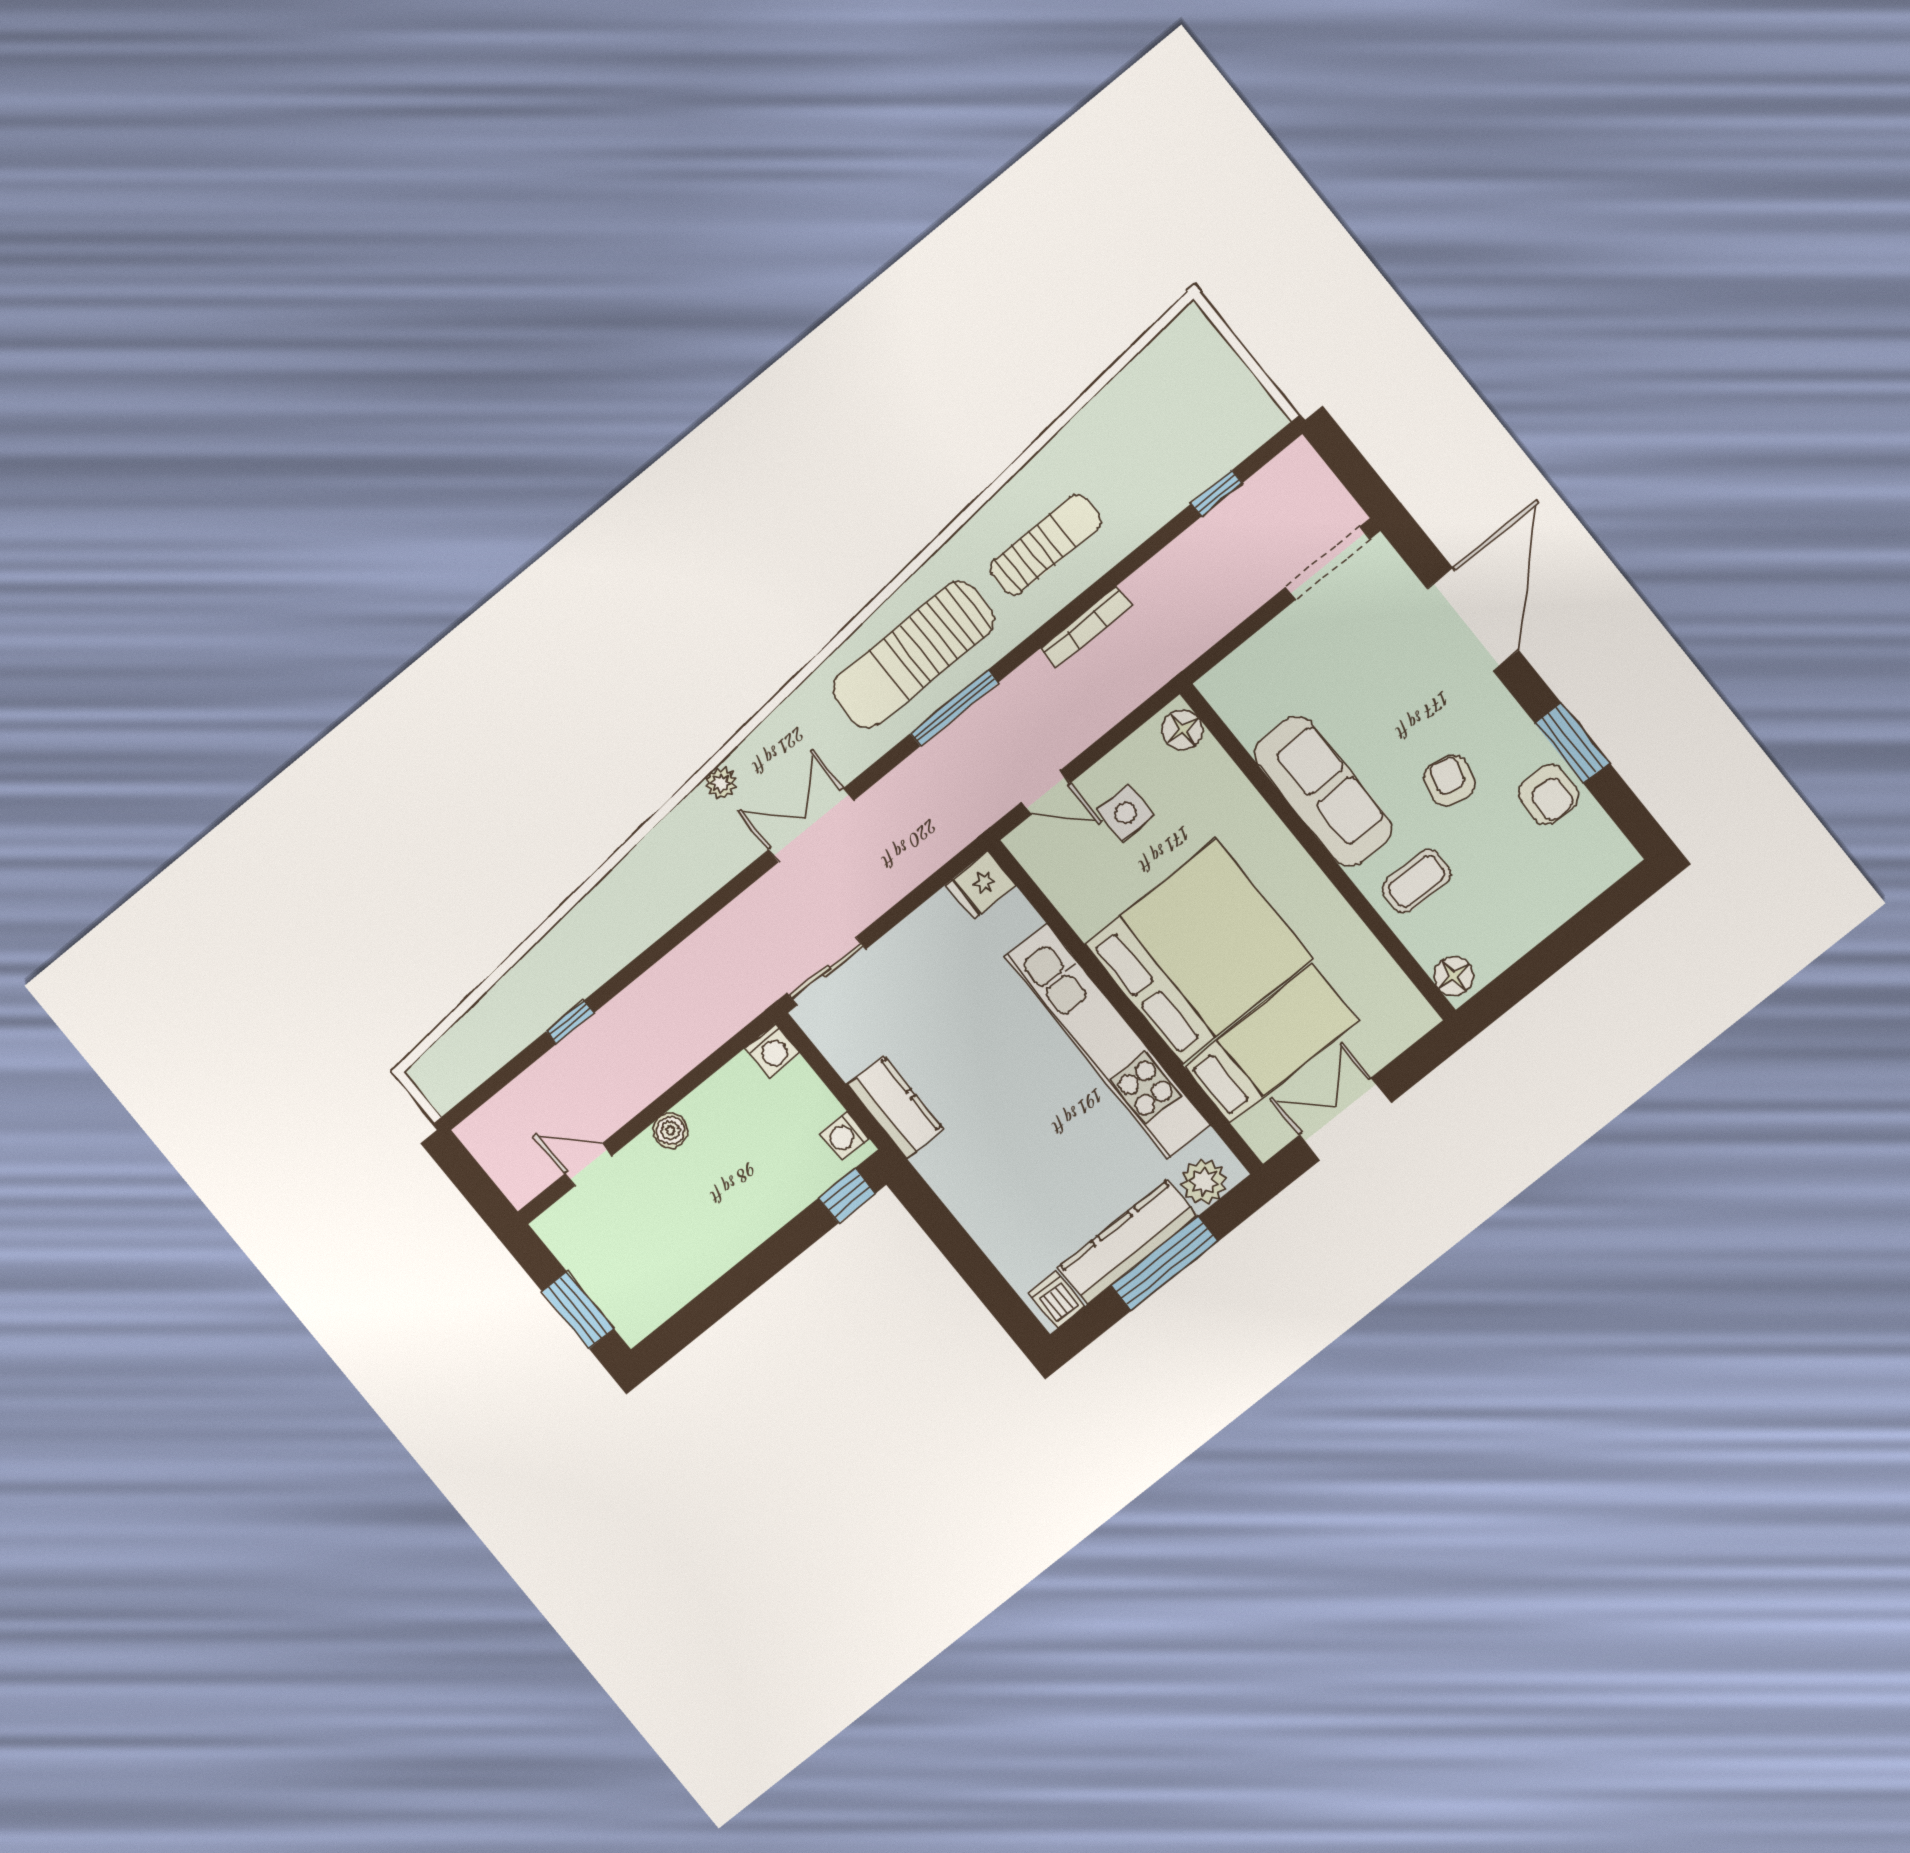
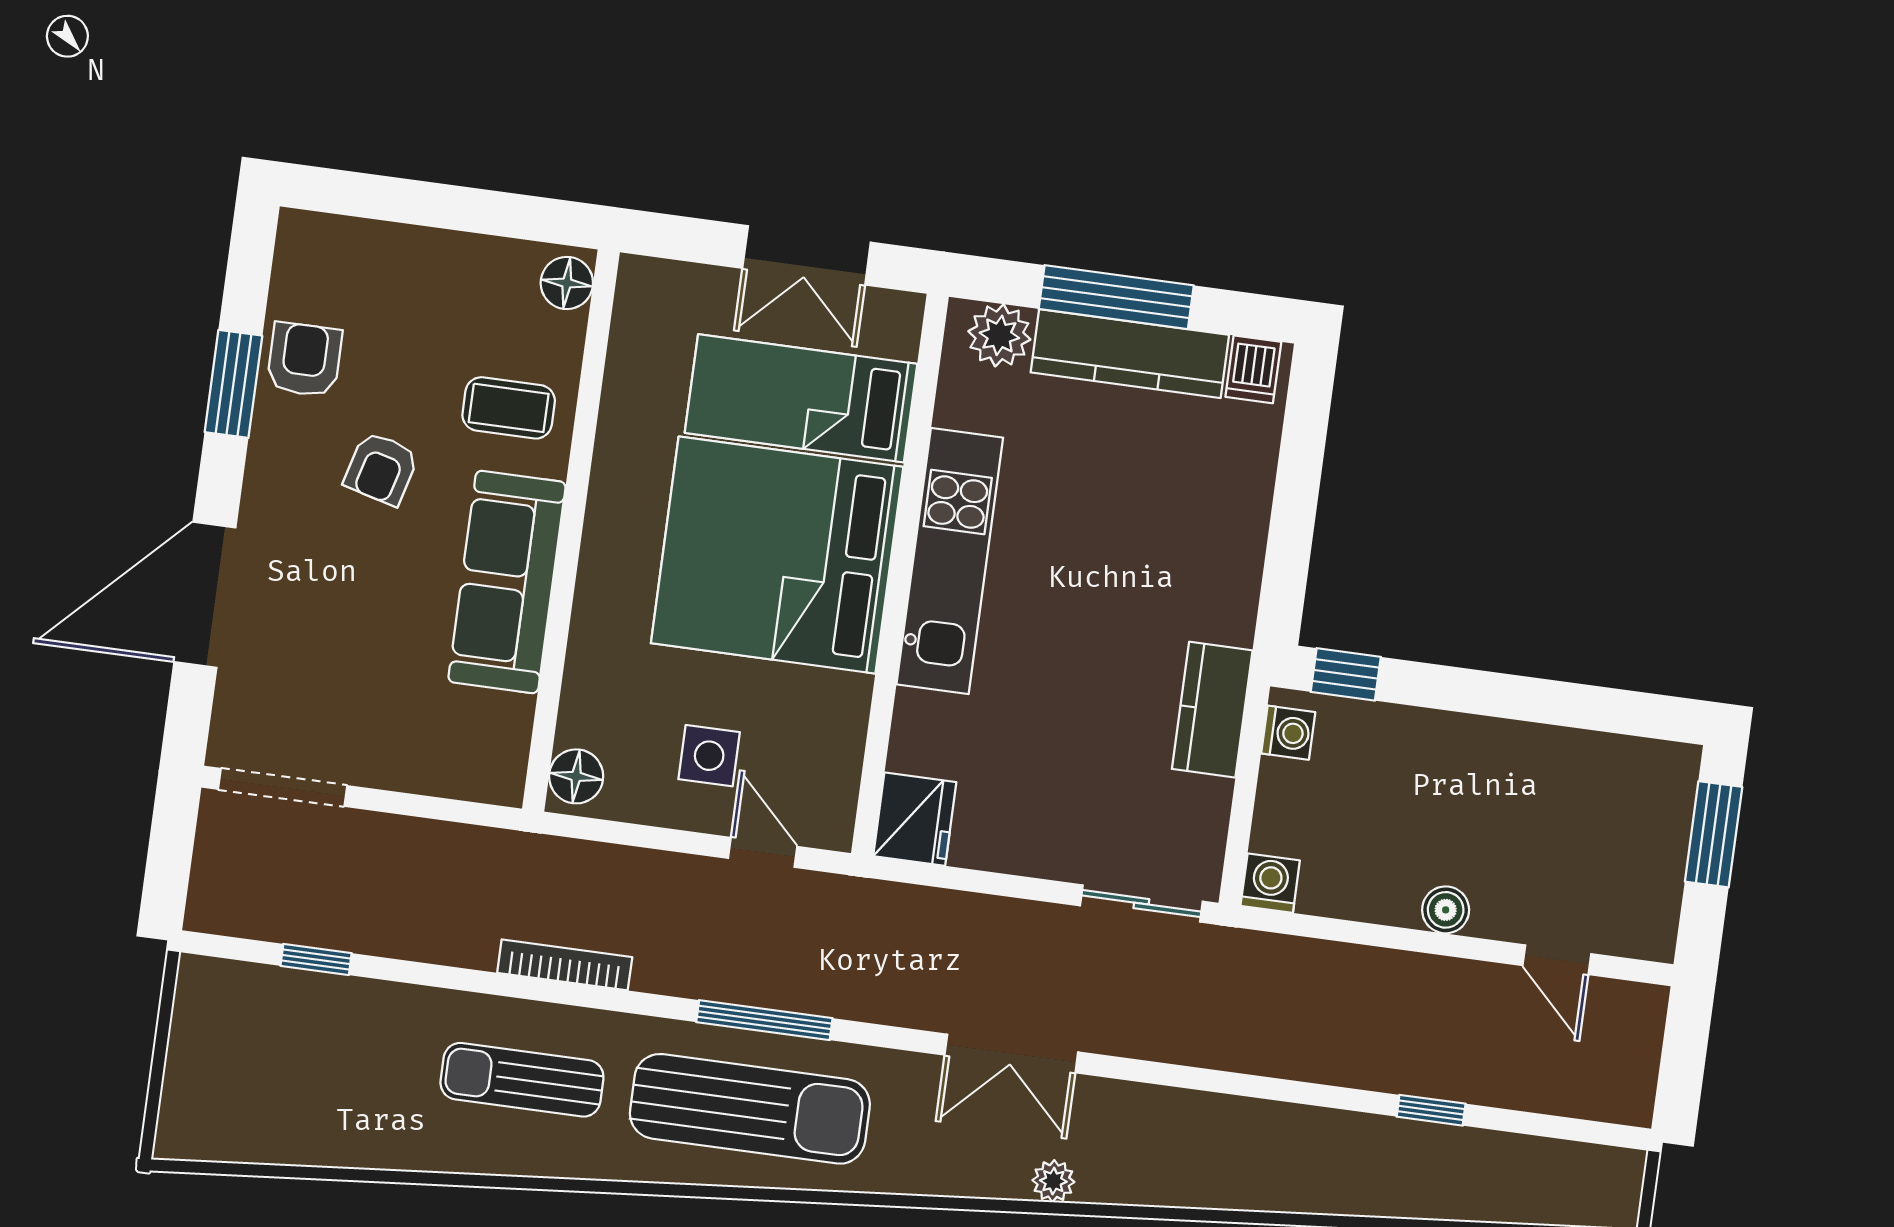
fridge: (981, 885) -> (915, 819), width x1.38
kitchen unit: (1108, 1041) -> (950, 561), width x0.73

